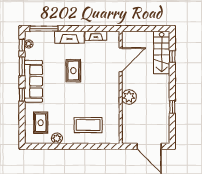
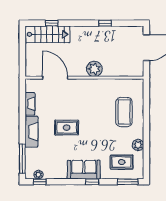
window: (22, 66) -> (128, 182), moved
sofa: (33, 81) -> (84, 170), width x0.73

